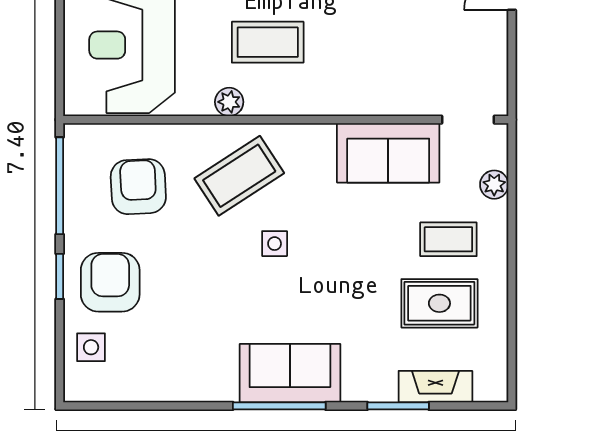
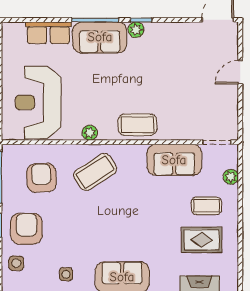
coffee table: (268, 42) -> (137, 125), moved
side table: (275, 244) -> (66, 274), moved

